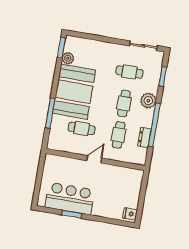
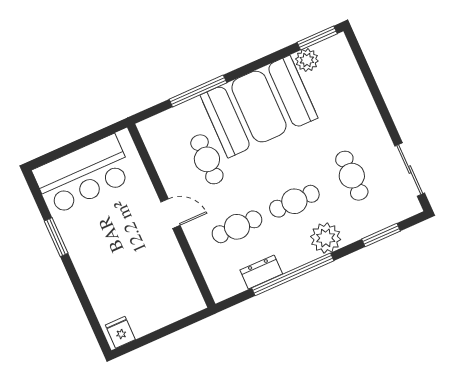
bar counter: (70, 198) -> (83, 175), moved, turned 90

